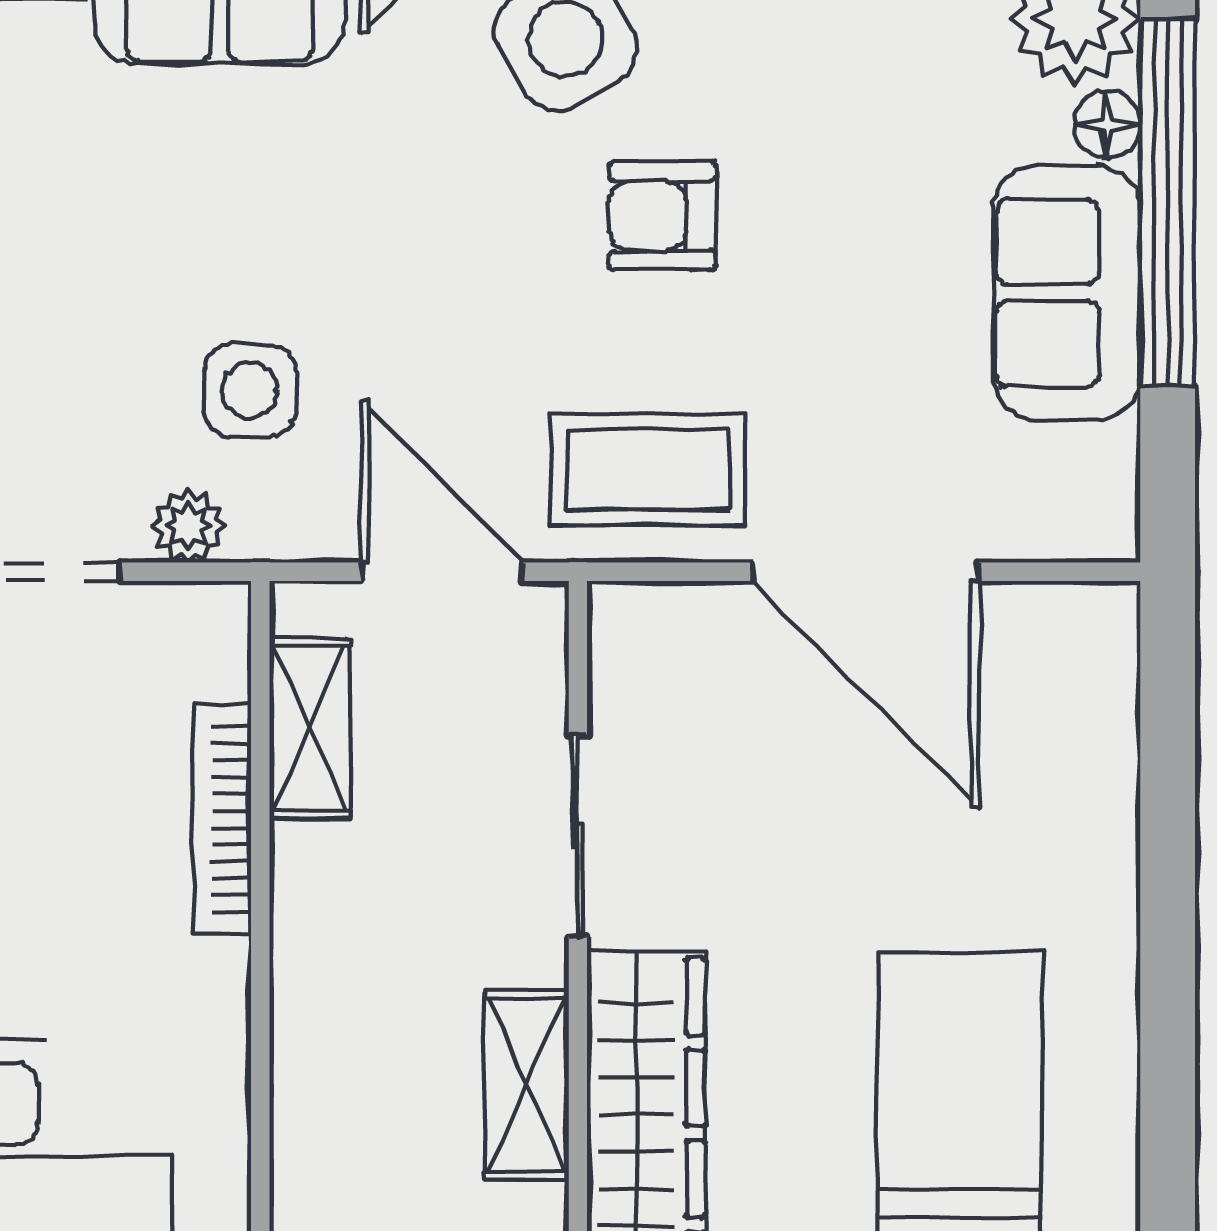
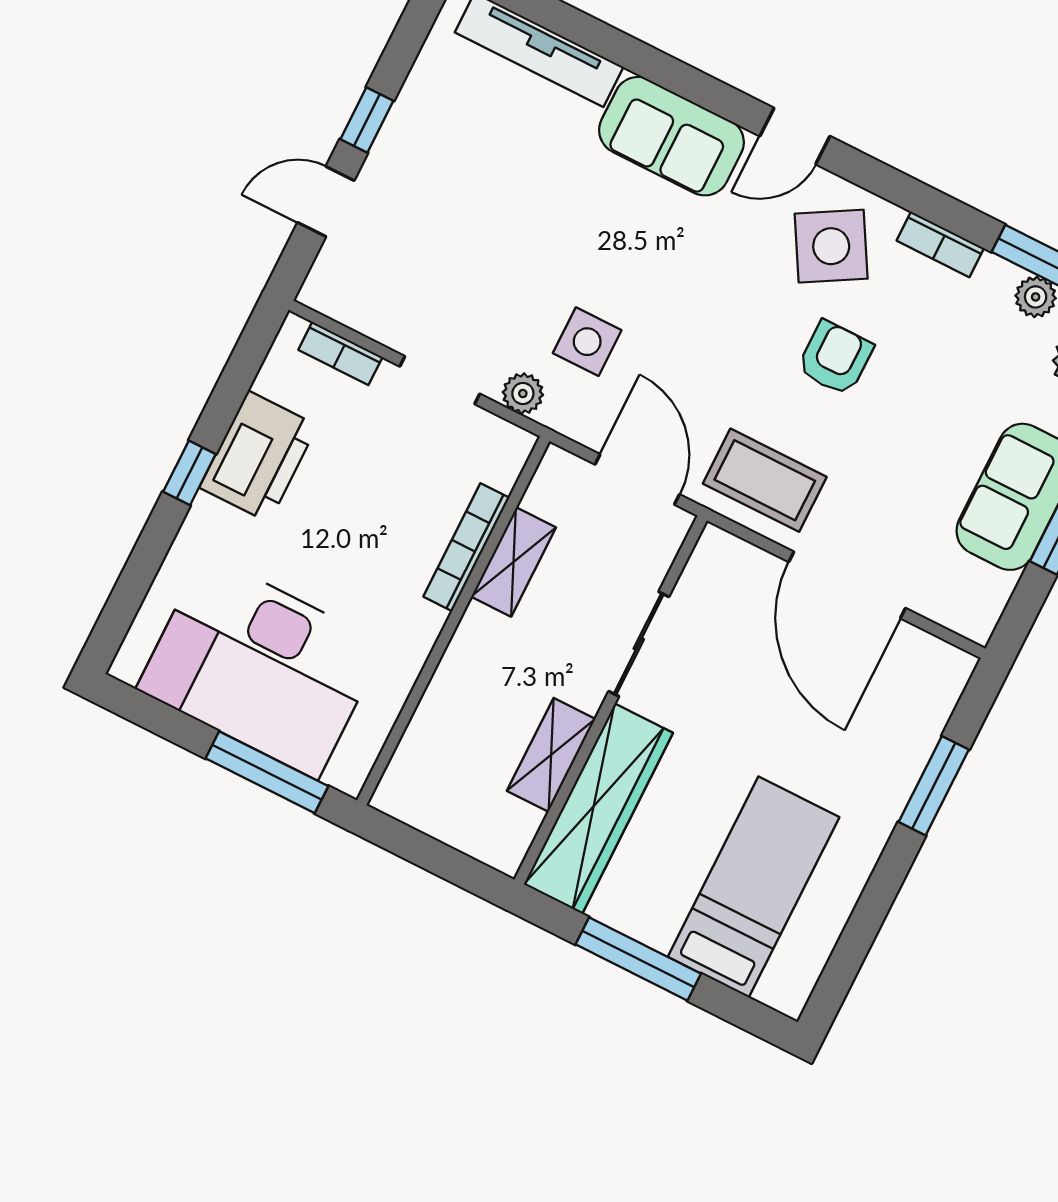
armchair: (663, 216) -> (835, 358), turned 90
shelving: (310, 728) -> (514, 562), moved
window: (1168, 825) -> (934, 786), added

